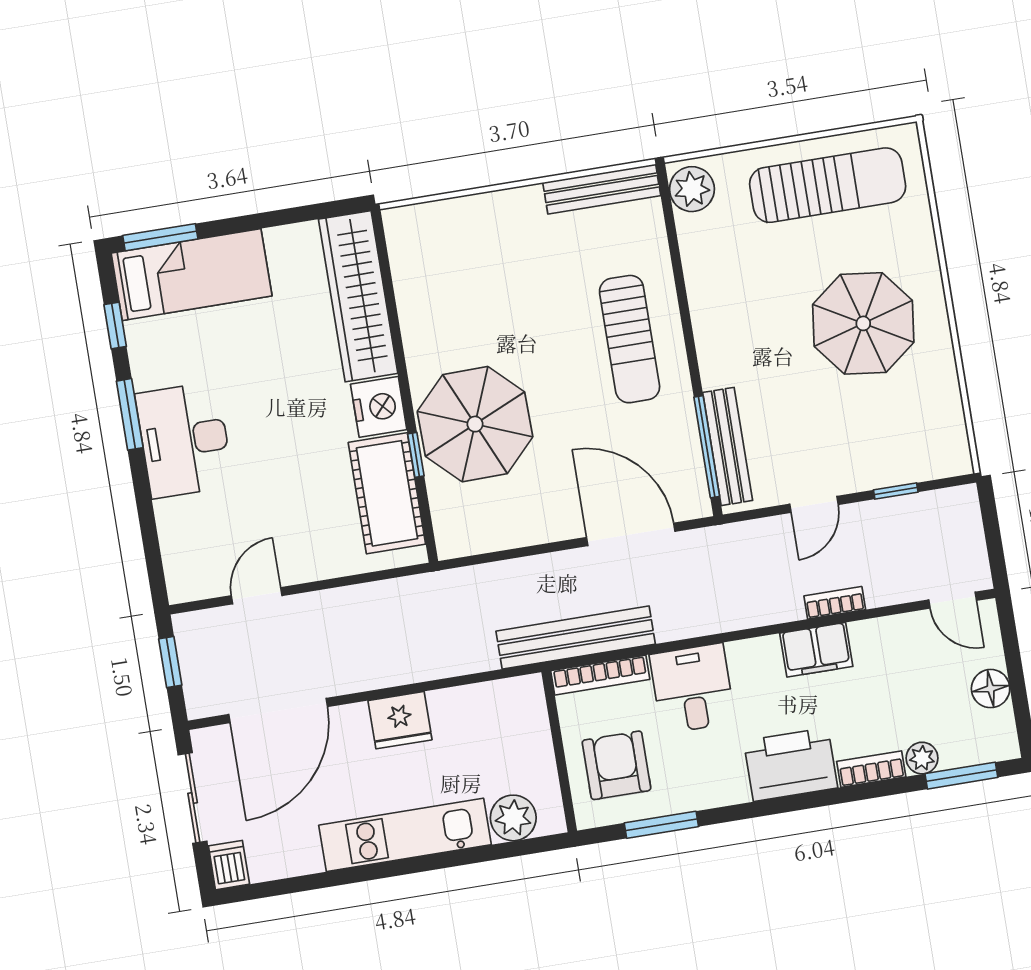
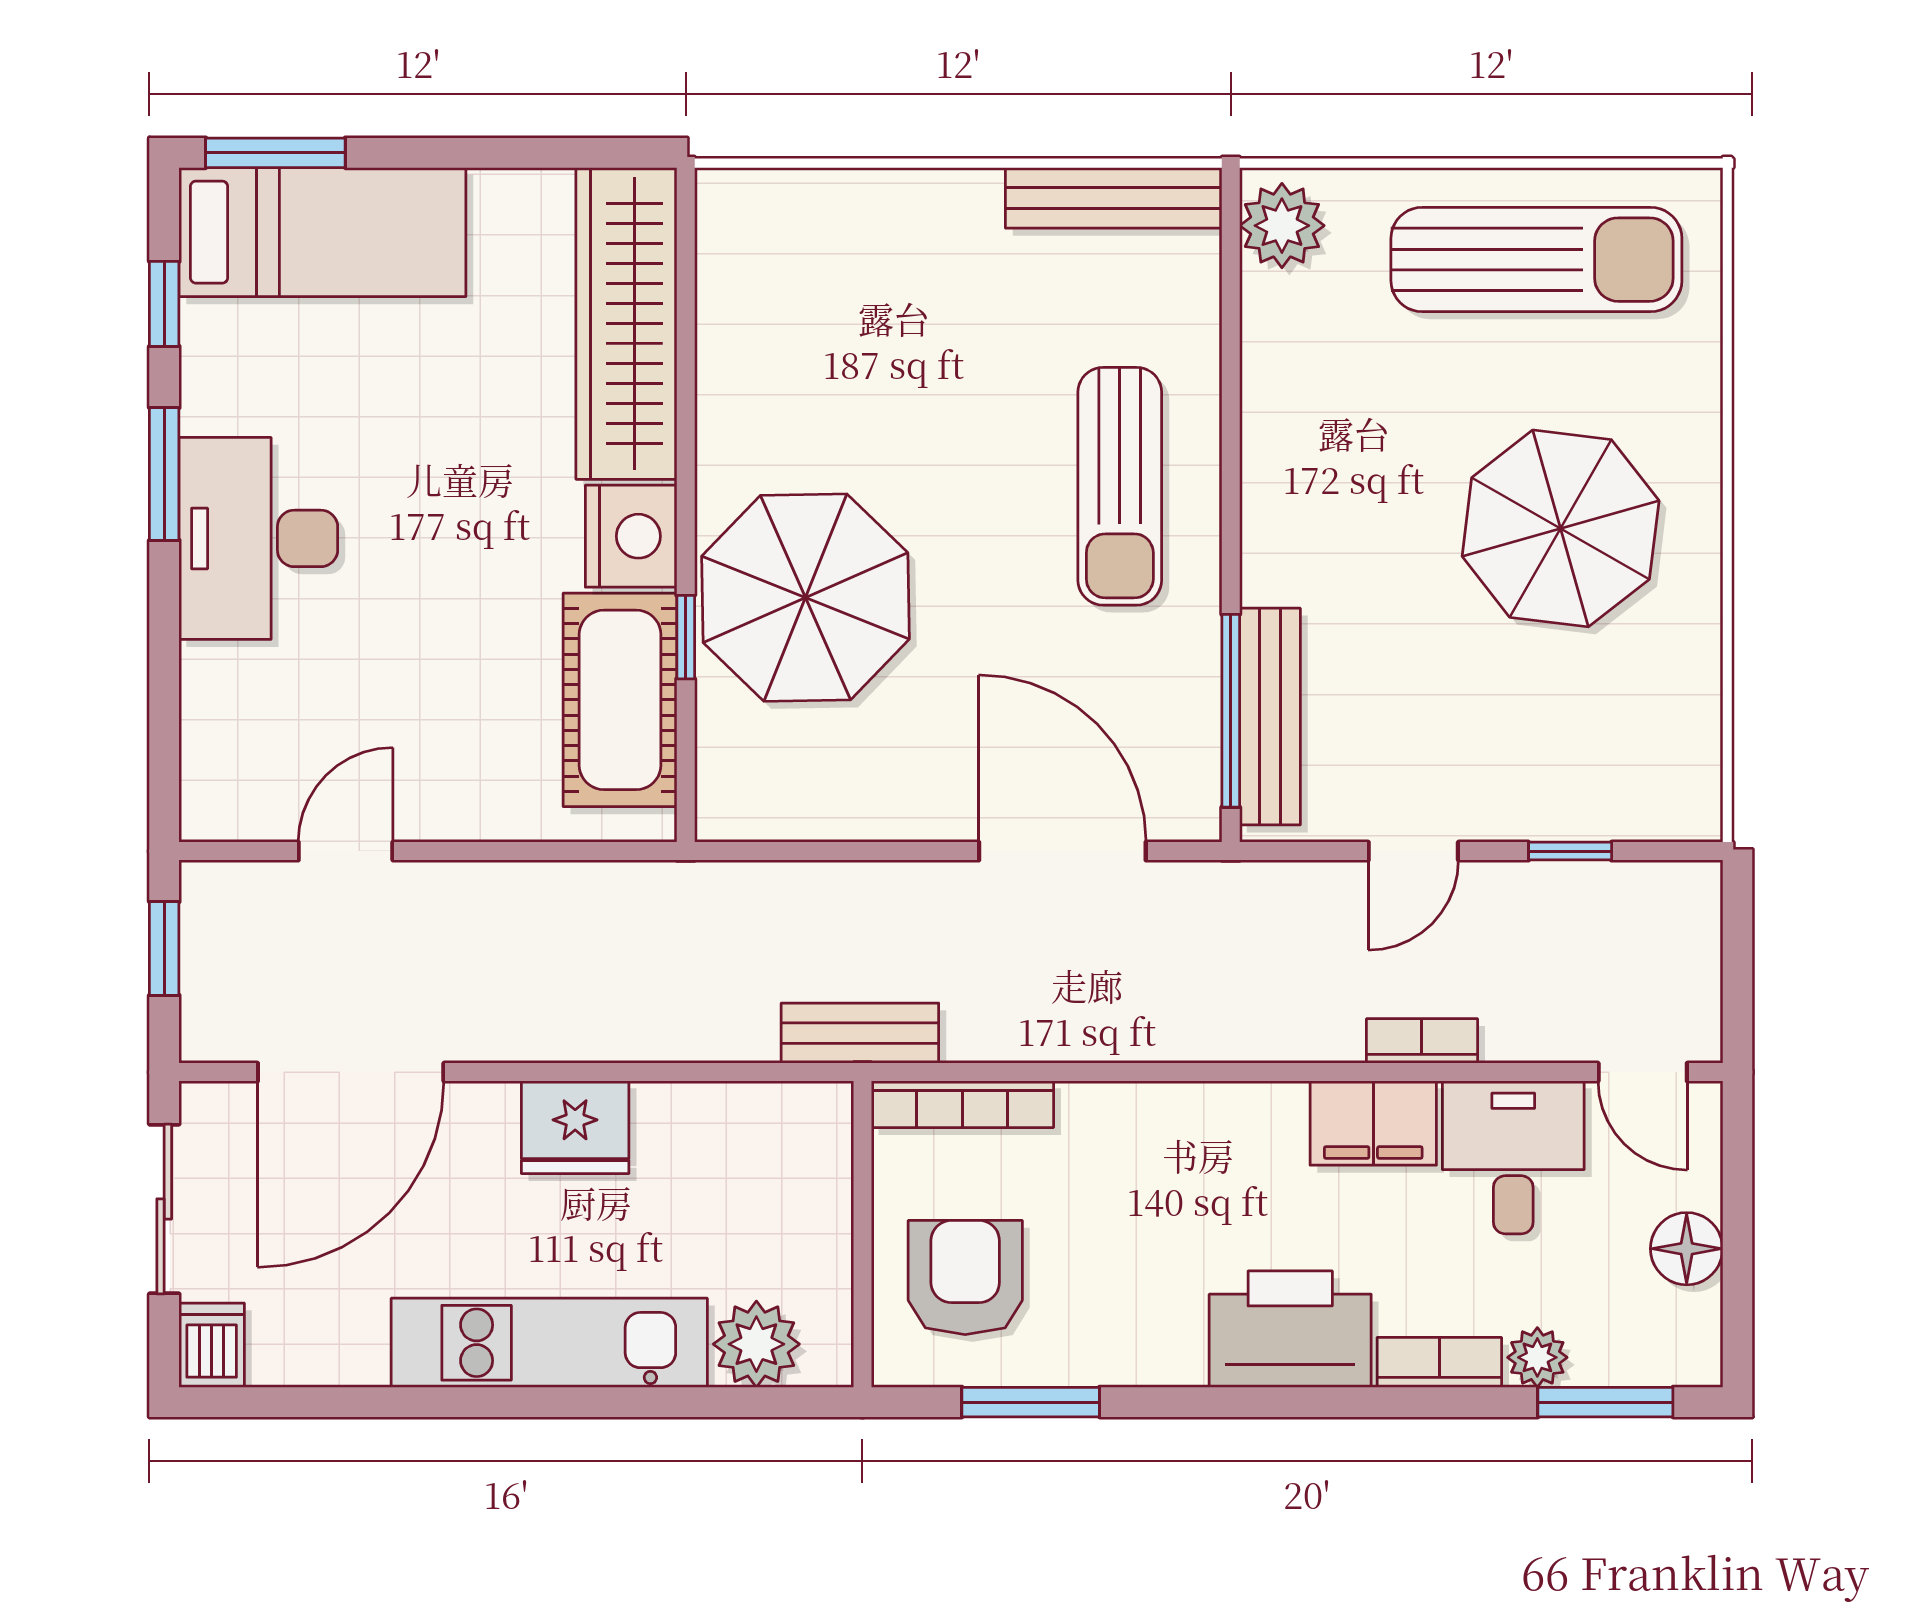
bench: (576, 638) -> (860, 1033), width x0.54, depth x0.82
desk: (692, 688) -> (1513, 1157), moved

